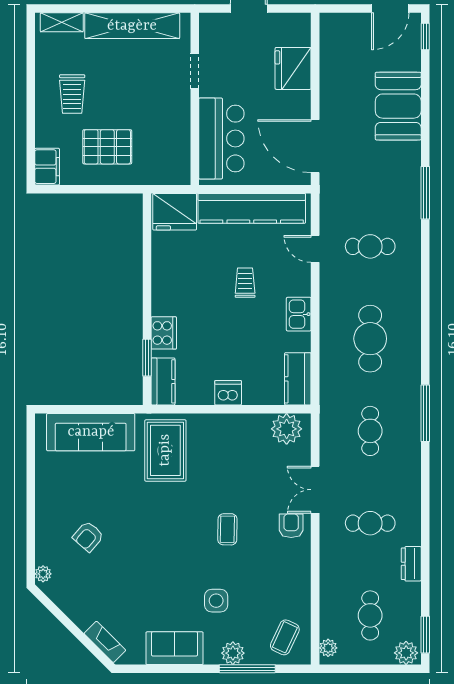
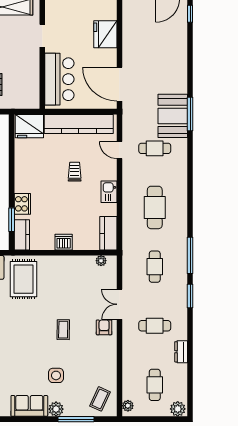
booth: (398, 106) -> (173, 116), moved
plant: (287, 429) -> (101, 261), width x0.53, depth x0.53
window: (425, 635) -> (190, 296), moved
plant: (233, 653) -> (56, 409), moved

